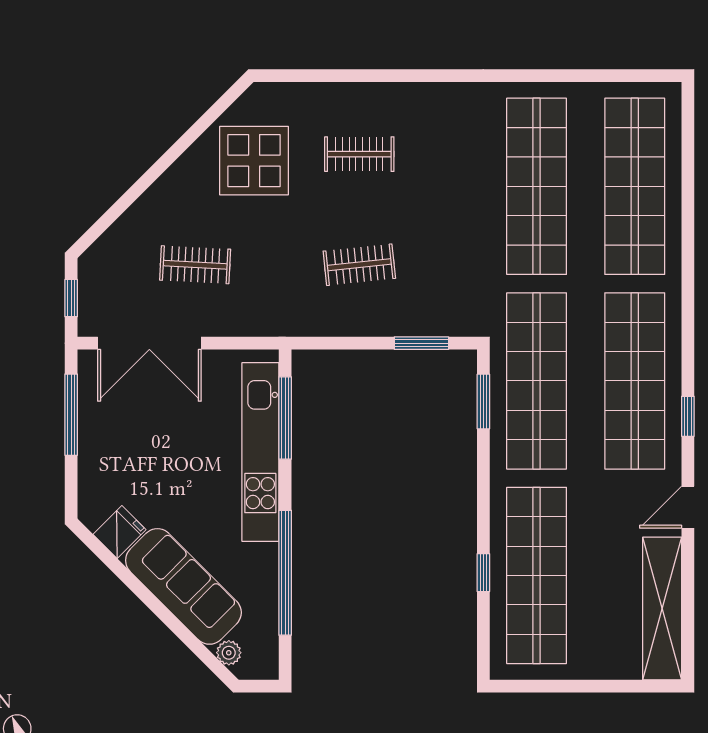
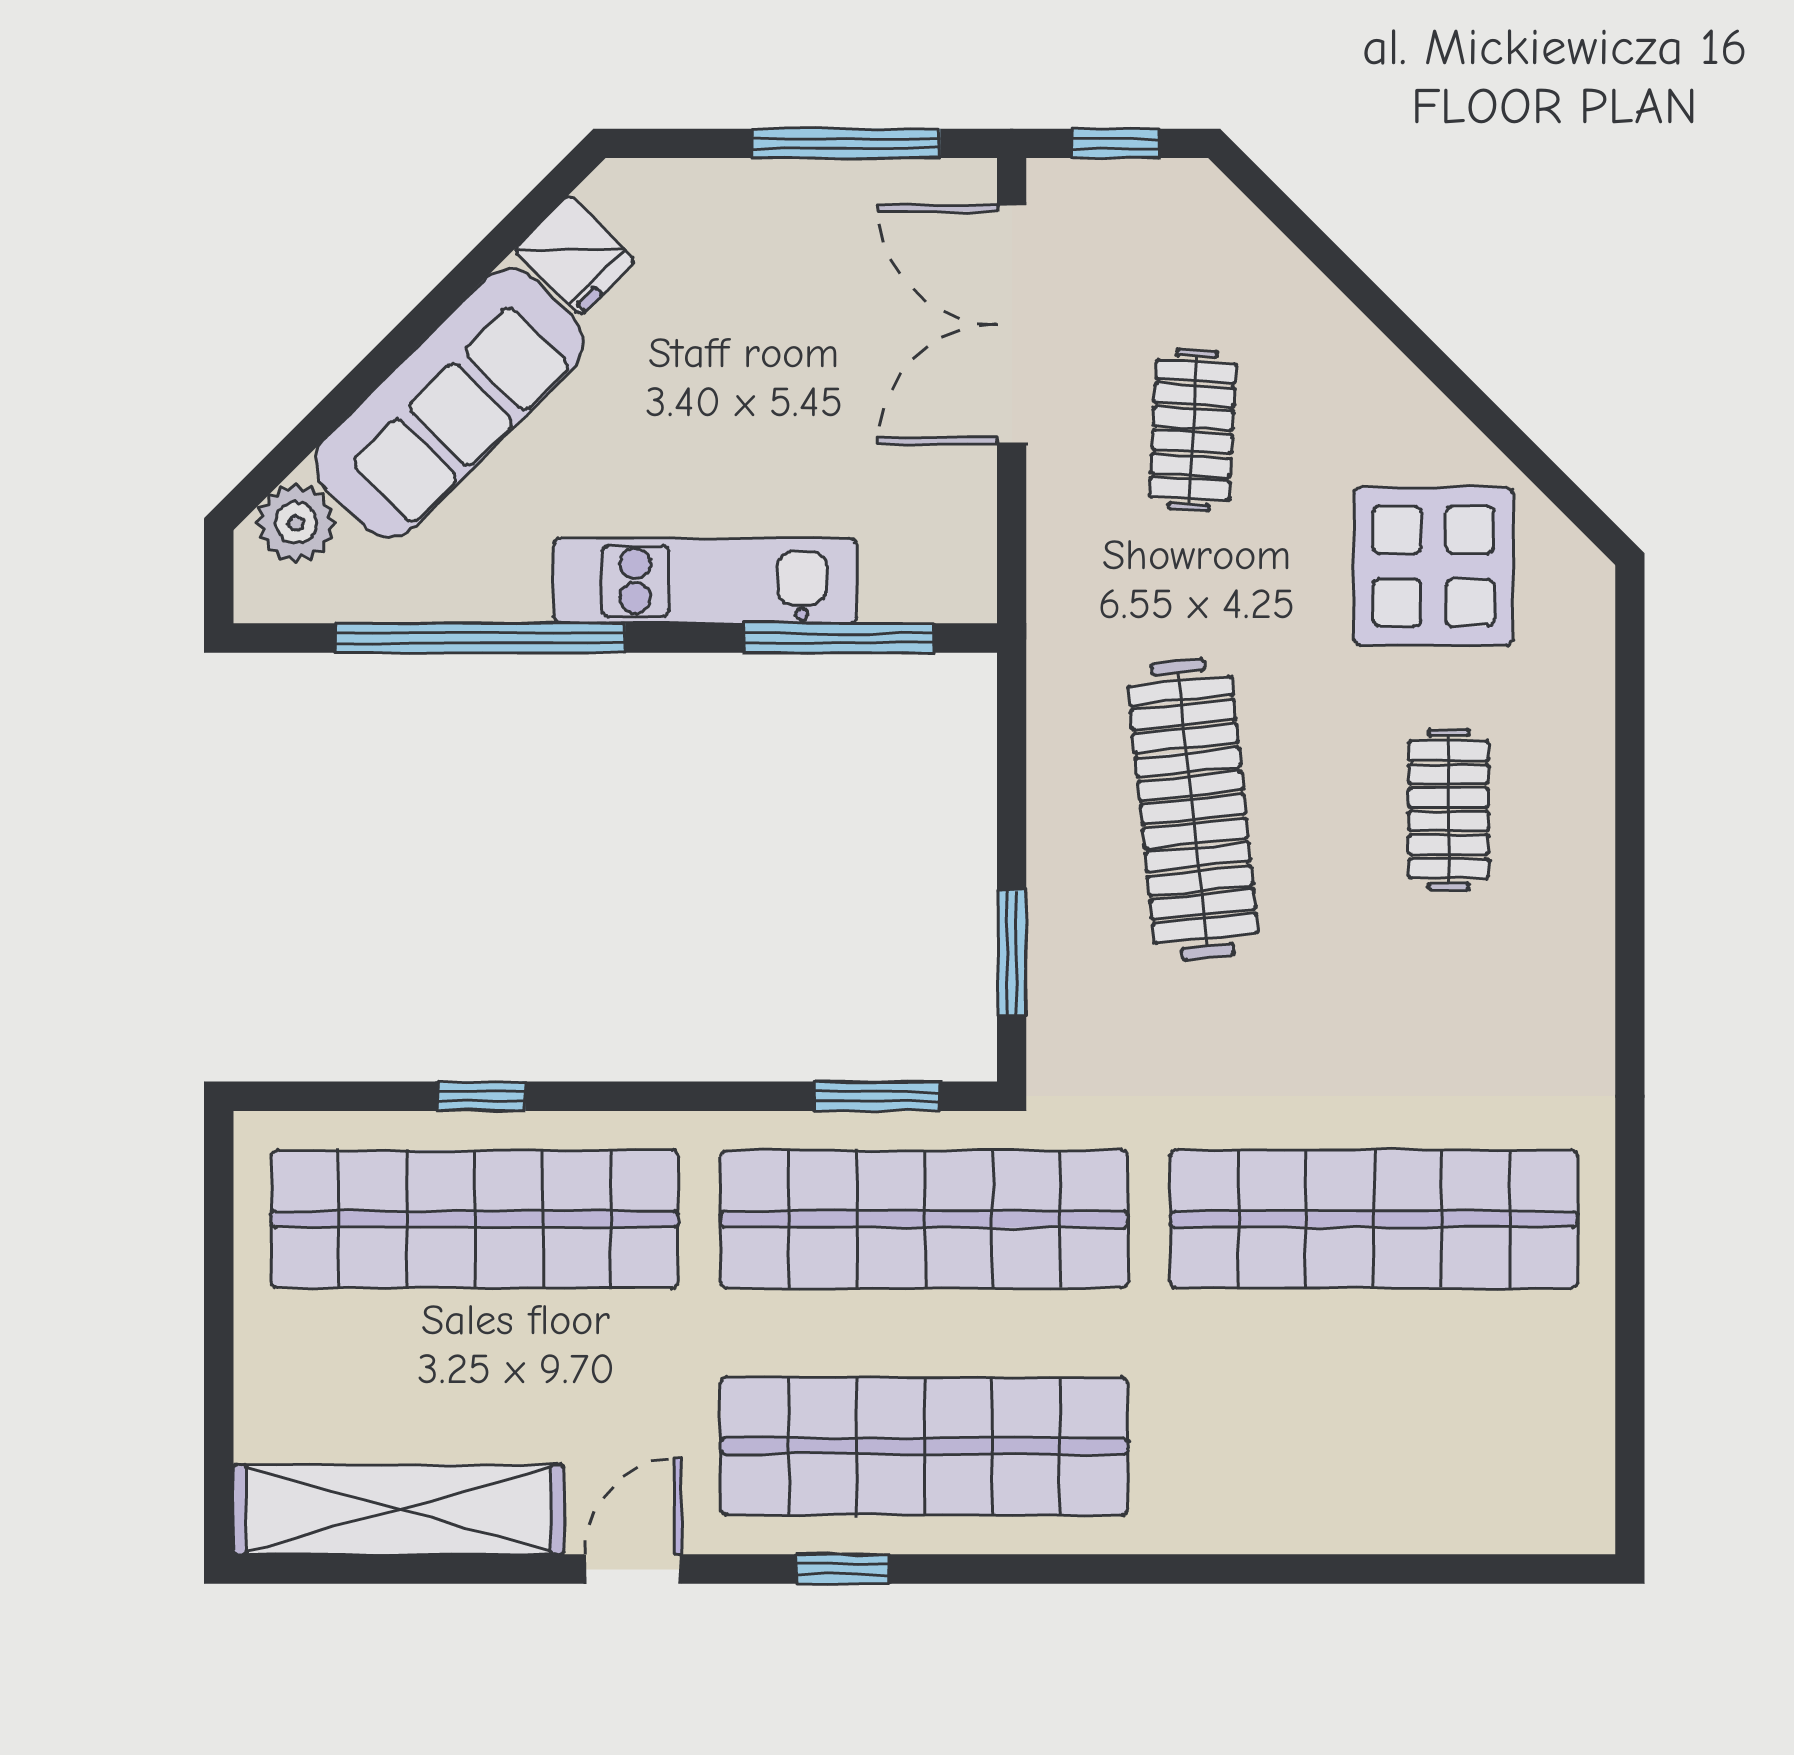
shop shelf: (635, 186) -> (1374, 1446), removed
clothes rail: (359, 265) -> (1193, 809), width x1.86, depth x1.31
kitchen unit: (260, 452) -> (705, 581), width x0.73
door: (688, 507) -> (633, 1569), hinge flipped
plant: (229, 653) -> (296, 523), width x1.38, depth x1.38

